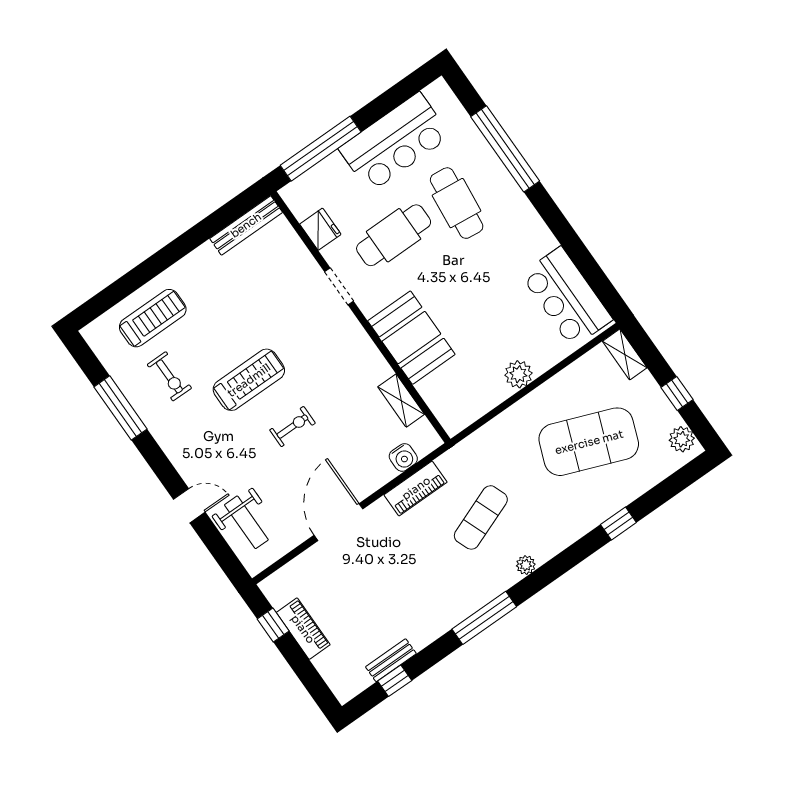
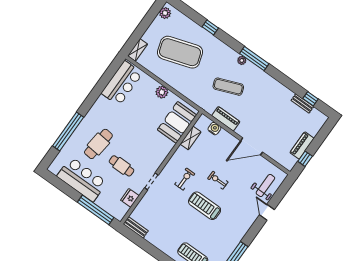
bench: (246, 225) -> (136, 227), width x0.73
cafe table: (394, 235) -> (122, 166), width x0.73, depth x0.74
booth: (411, 338) -> (177, 122), moved
exercise bike: (169, 376) -> (185, 179), moved
window: (677, 393) -> (146, 22), removed
exercise mat: (589, 442) -> (180, 52), turned -39
window: (484, 618) -> (254, 59), moved

